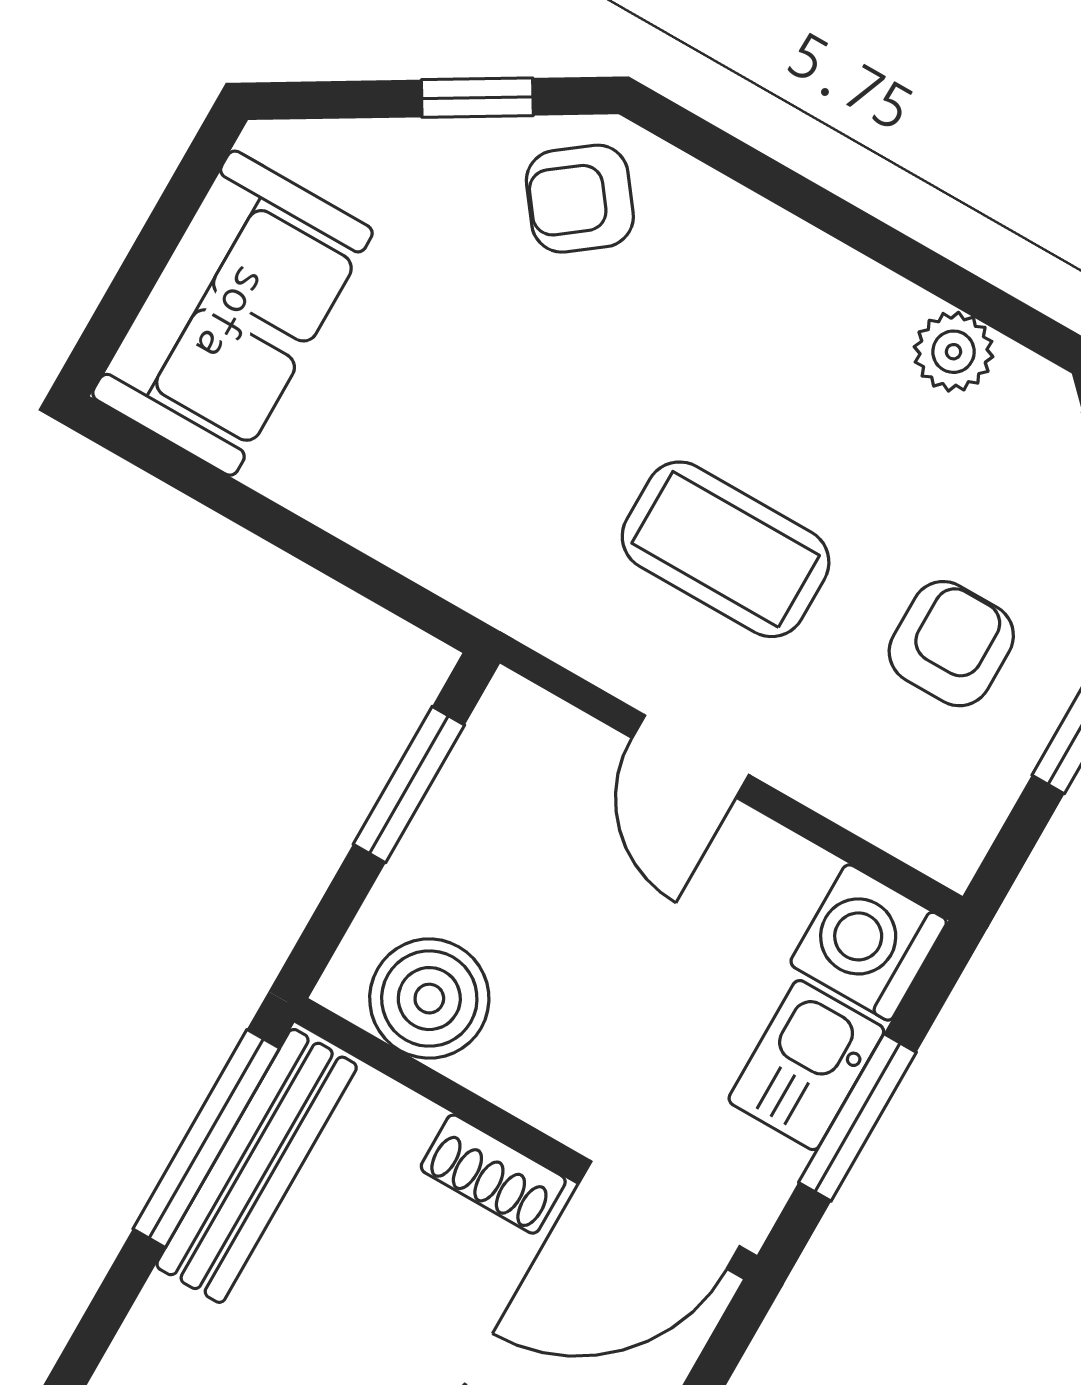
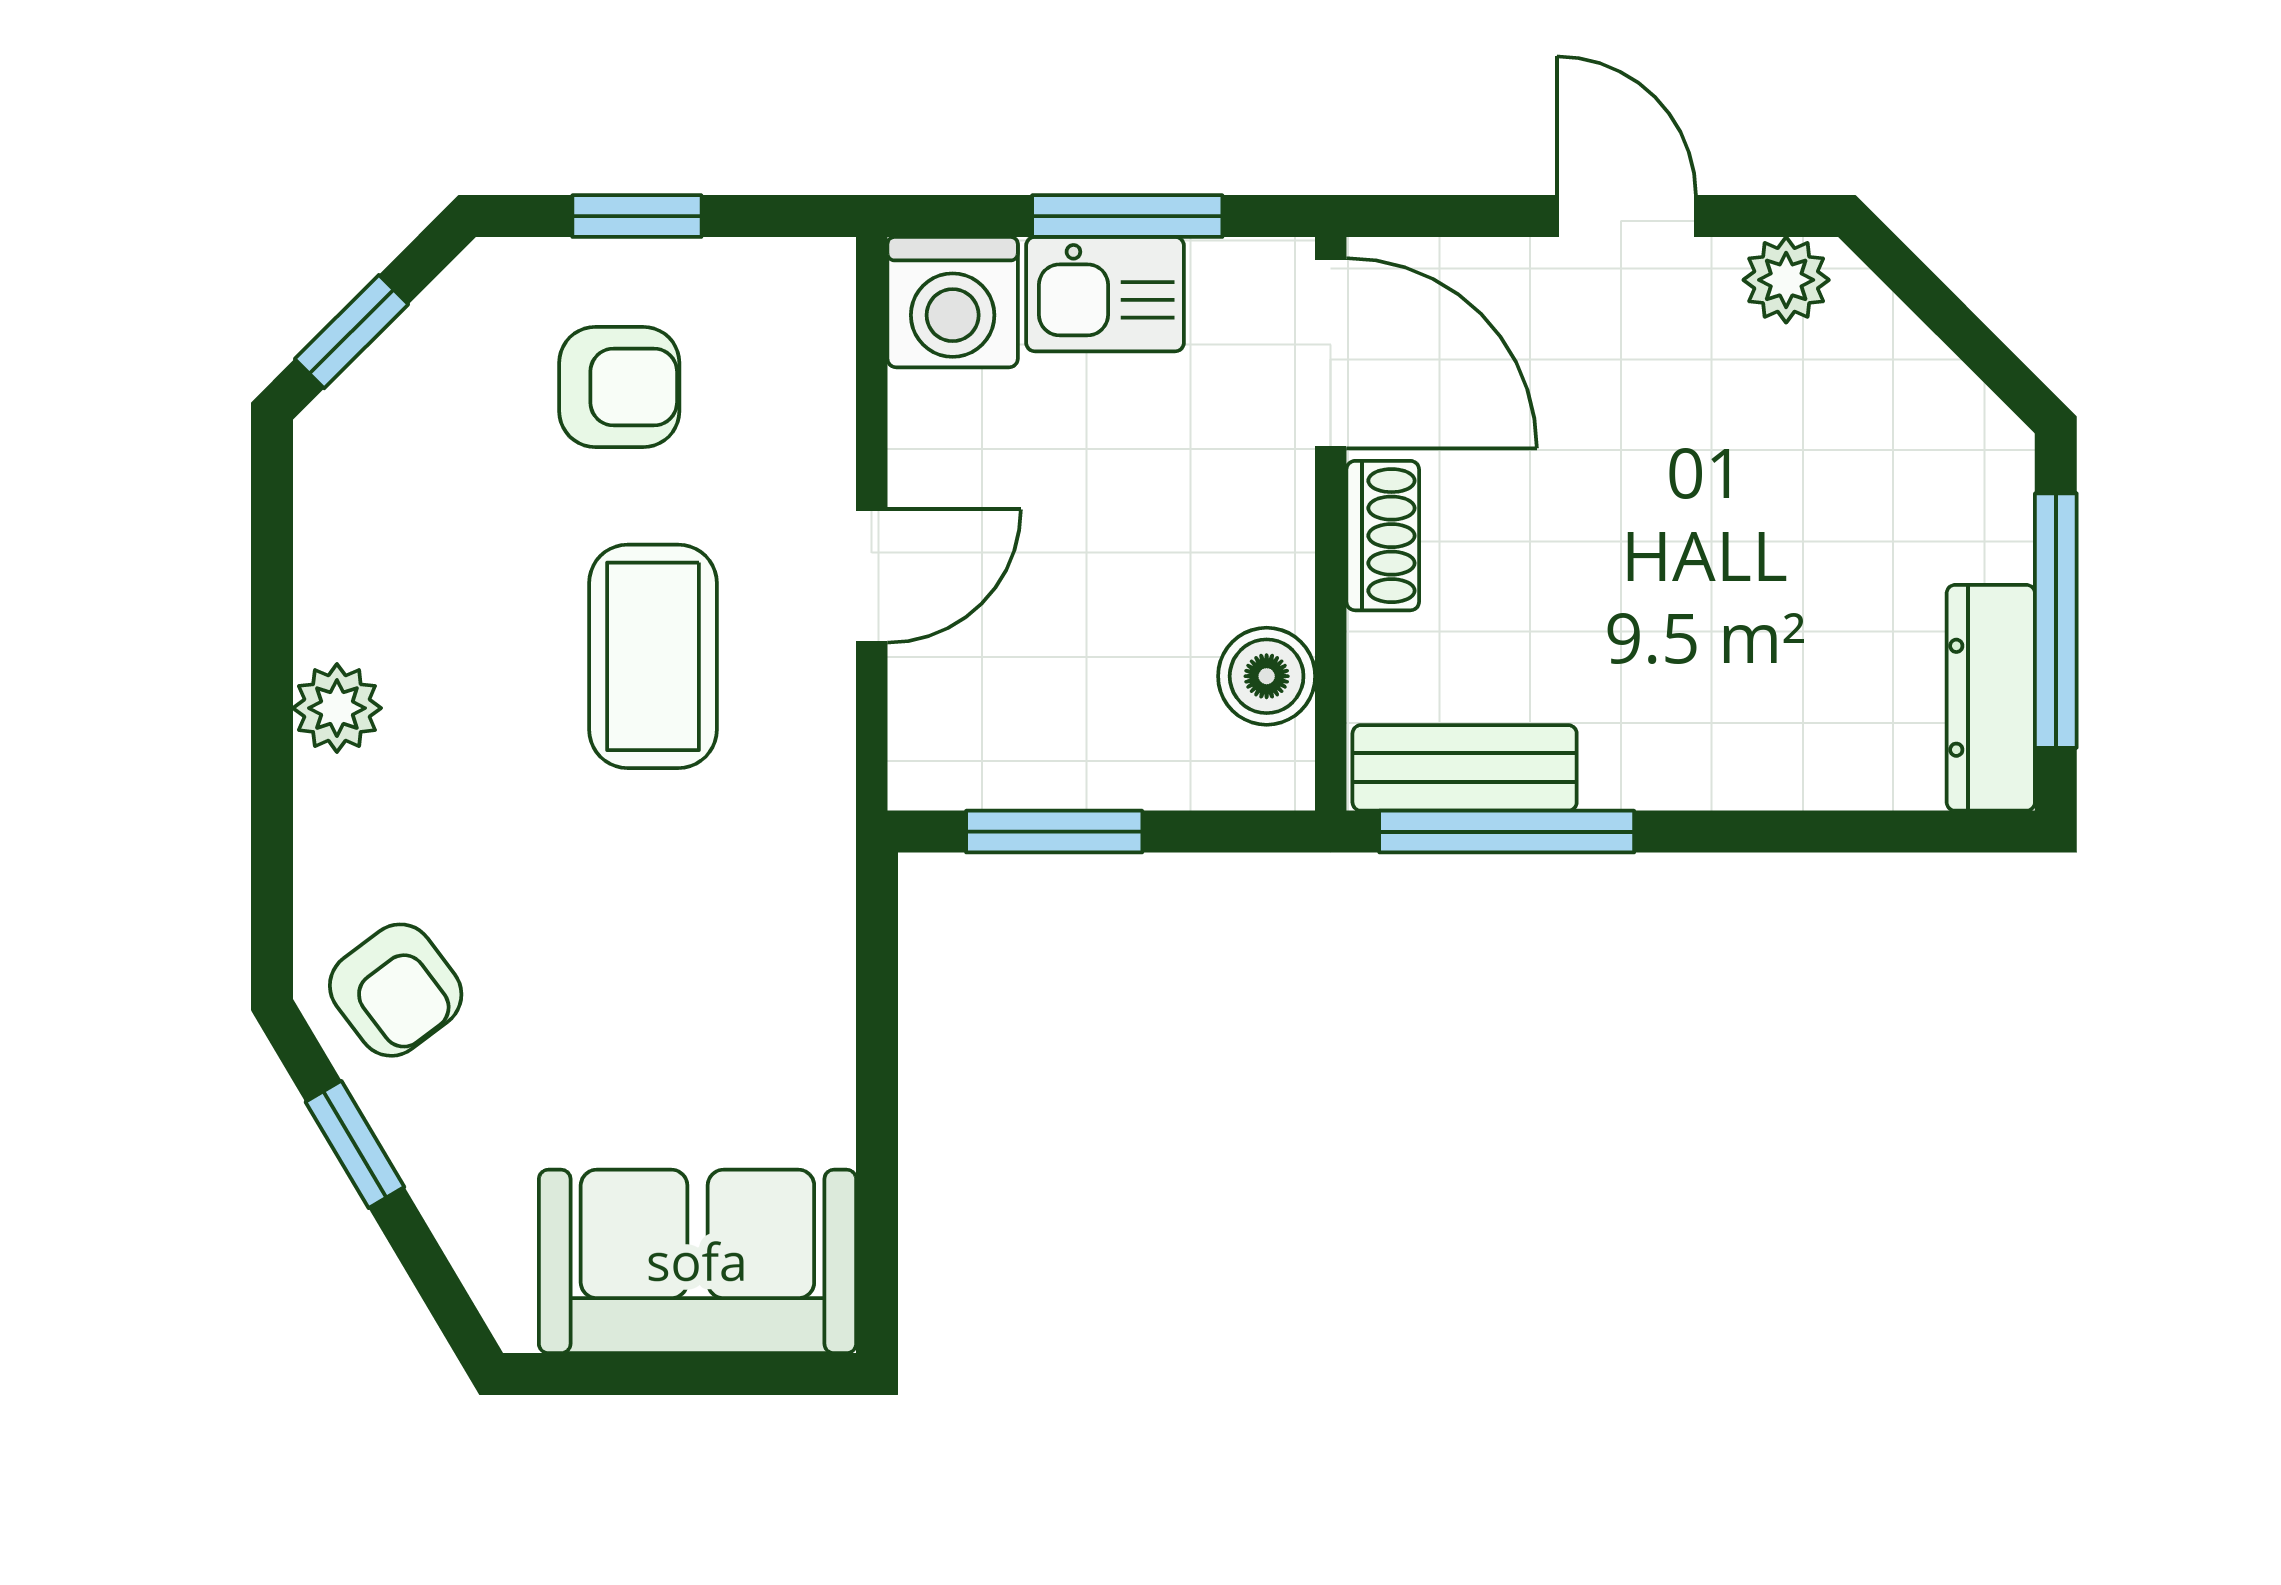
plant: (954, 352) -> (337, 708), moved
armchair: (951, 644) -> (619, 387), turned 180
boiler: (429, 999) -> (1267, 676), width x0.73, depth x0.73
bench: (257, 1166) -> (1465, 768), width x0.73

